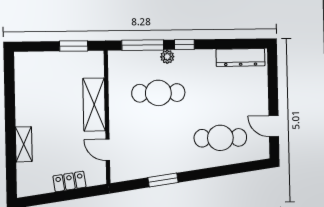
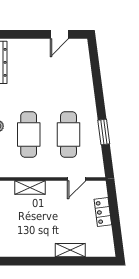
shelving: (94, 104) -> (30, 187), width x0.67, depth x0.75
cafe table: (220, 138) -> (69, 134), moved

